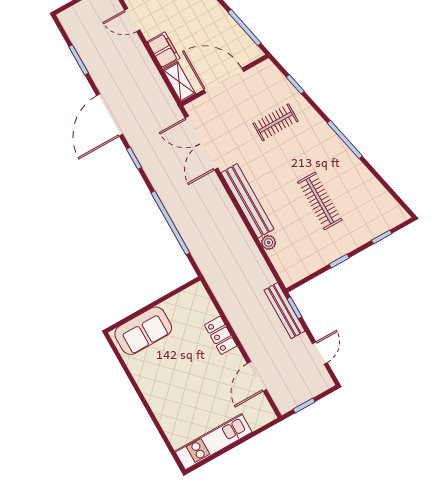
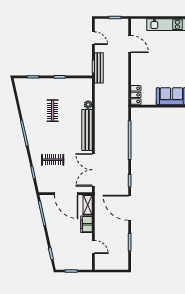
door: (110, 115) -> (130, 208), swing flipped
double door: (202, 143) -> (93, 170), swing flipped
clothes rail: (320, 201) -> (53, 111), width x0.73
locker: (221, 335) -> (136, 95), moved
door: (320, 353) -> (93, 38), swing flipped
door: (257, 376) -> (130, 44), hinge flipped

